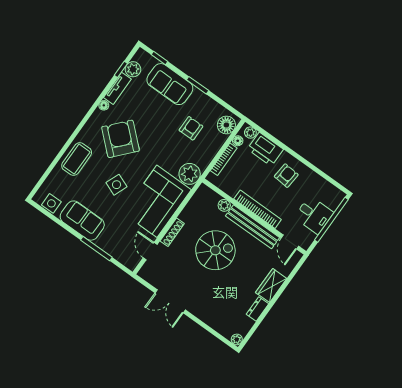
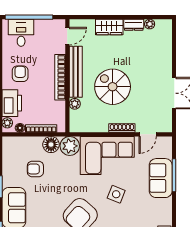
floor lamp: (226, 125) -> (51, 145), moved
armchair: (286, 176) -> (20, 74), turned 85
desk: (314, 215) -> (21, 33), moved
sofa: (82, 221) -> (161, 178), moved
plant: (237, 339) -> (150, 24), moved

